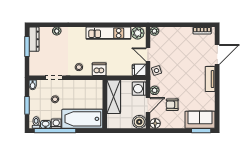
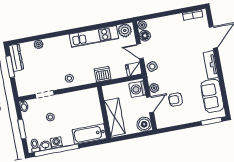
dishwasher: (99, 69) -> (103, 74), moved
shelving: (114, 97) -> (115, 117), moved
bathtub: (82, 119) -> (89, 134), width x0.73, depth x0.73
sofa: (200, 120) -> (212, 96), moved, turned -90
floor lamp: (155, 123) -> (145, 36), moved

